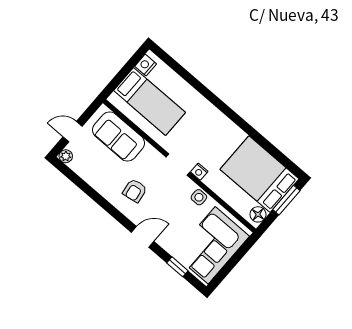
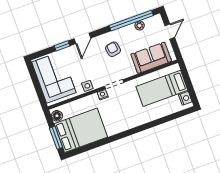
plant: (66, 156) -> (140, 26), moved
window: (86, 188) -> (131, 21), added
window: (177, 267) -> (62, 46), moved

